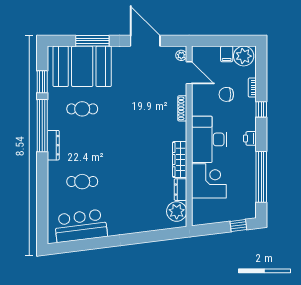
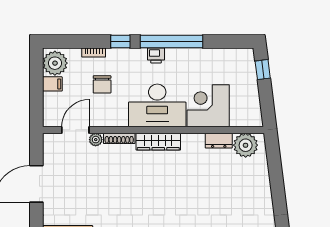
plant: (181, 55) -> (96, 140), moved
wardrobe: (180, 160) -> (158, 142), moved
window: (261, 177) -> (171, 41), moved

